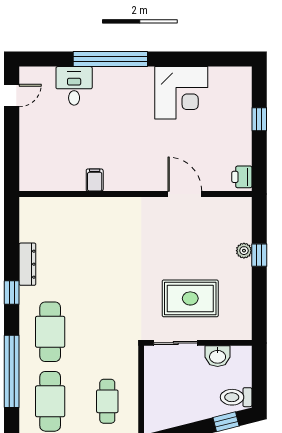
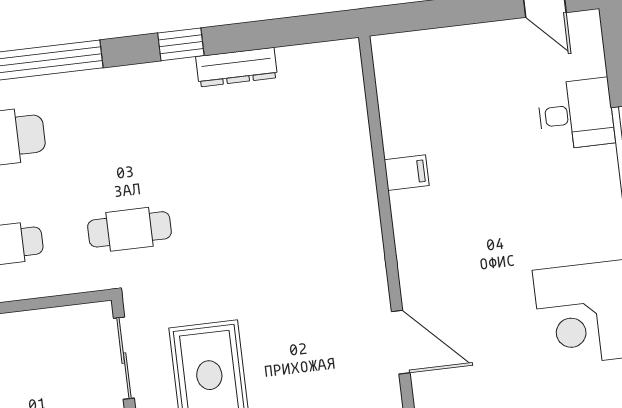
door: (185, 194) -> (401, 342), hinge flipped
cafe table: (50, 332) -> (129, 229), moved, width x0.73, depth x0.74

